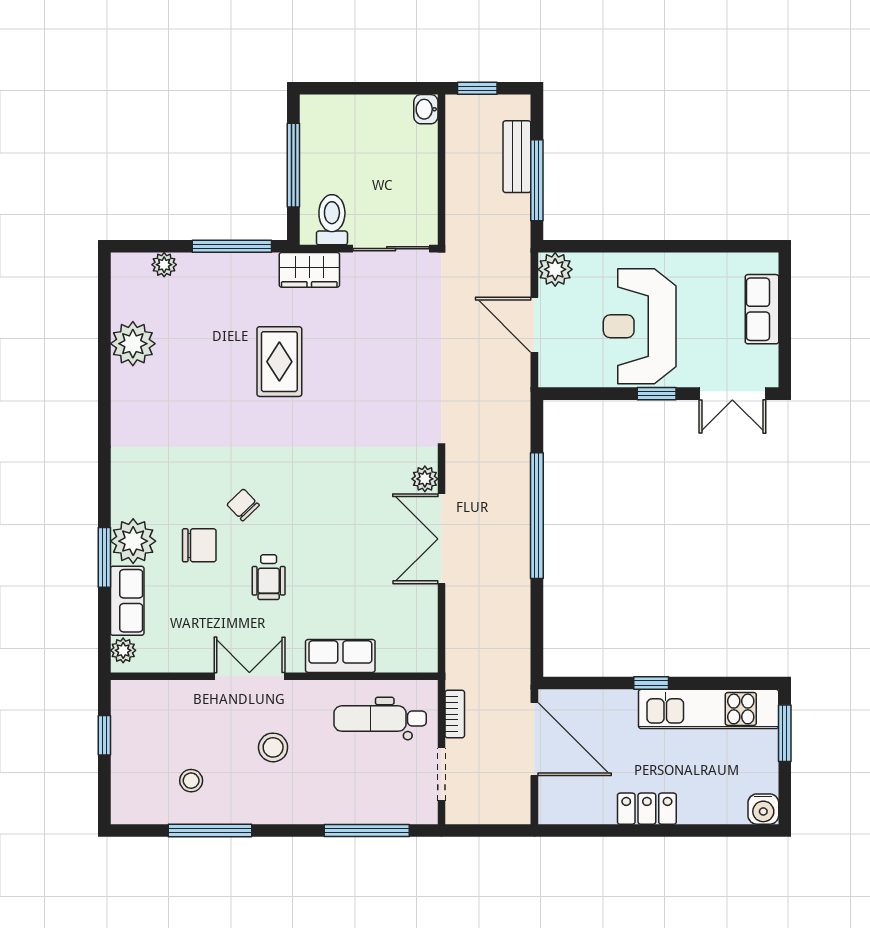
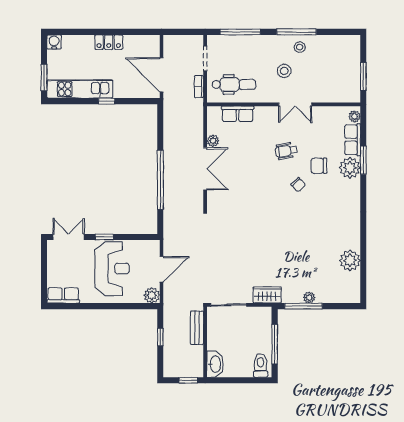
washbasin: (426, 109) -> (215, 364), width x1.91, depth x1.45
bench: (517, 157) -> (197, 328), moved
window: (537, 180) -> (160, 337), width x0.46
toilet: (332, 220) -> (261, 366), moved, turned 180
plant: (164, 265) -> (309, 297), moved
row of seats: (762, 309) -> (63, 295), moved, turned -90
door: (534, 325) -> (162, 269), hinge flipped
rug: (279, 362) -> (281, 252), removed
plant: (425, 479) -> (213, 141), moved
wheelchair: (269, 577) -> (286, 151), turned -100
row of seats: (340, 656) -> (238, 114), moved
window: (104, 735) -> (363, 77), width x1.50
stool: (191, 781) -> (300, 47), moved
window: (210, 831) -> (297, 32), moved

